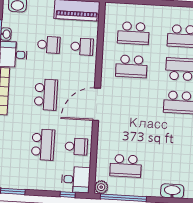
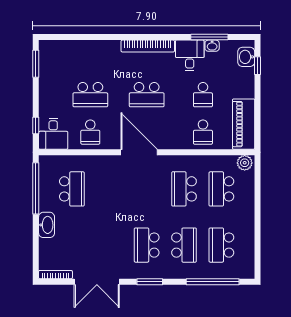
school desk: (126, 166) -> (72, 189), turned 180
plant: (101, 187) -> (245, 163), moved
washbasin: (172, 191) -> (47, 225), moved

